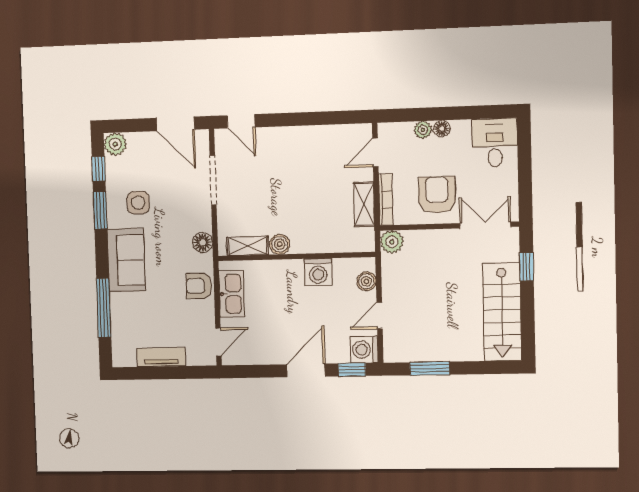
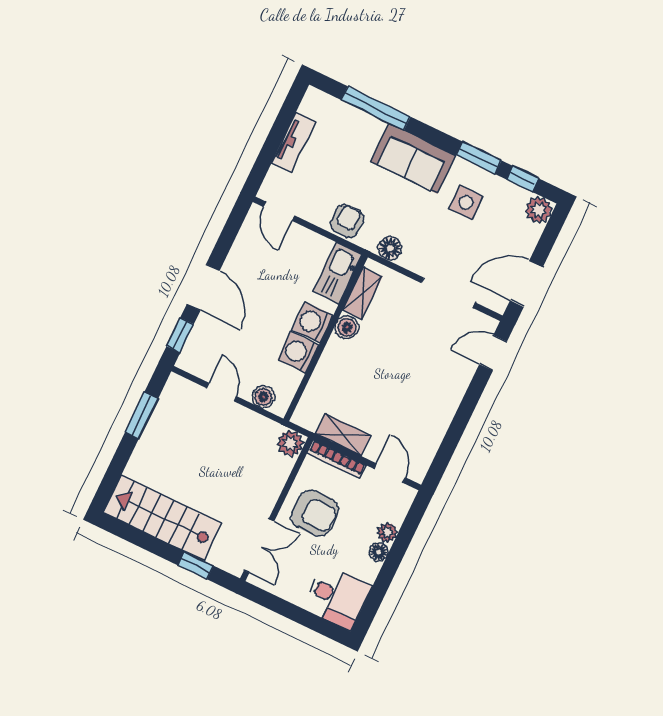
kitchen sink: (232, 294) -> (338, 273), moved, turned 90
washing machine: (364, 350) -> (313, 322), moved, turned -90

